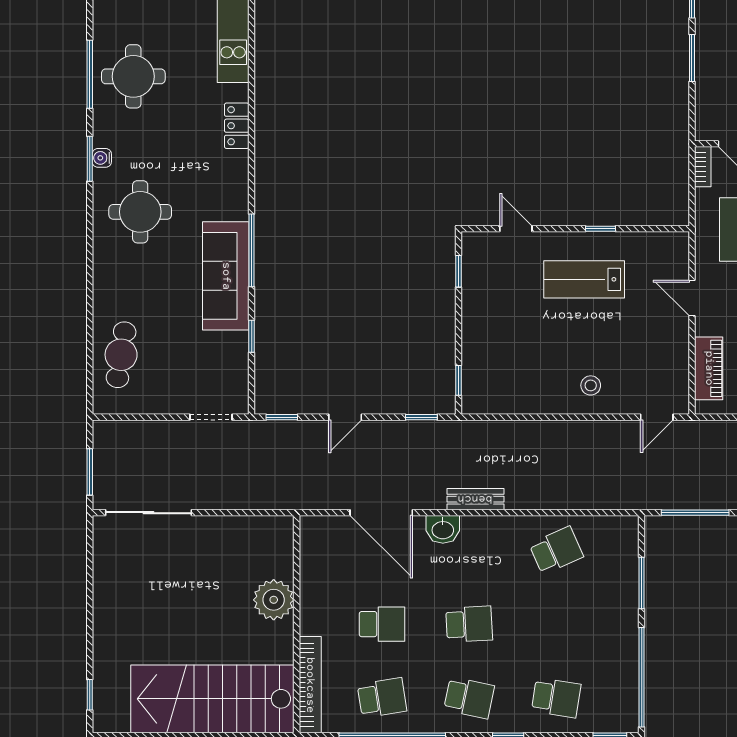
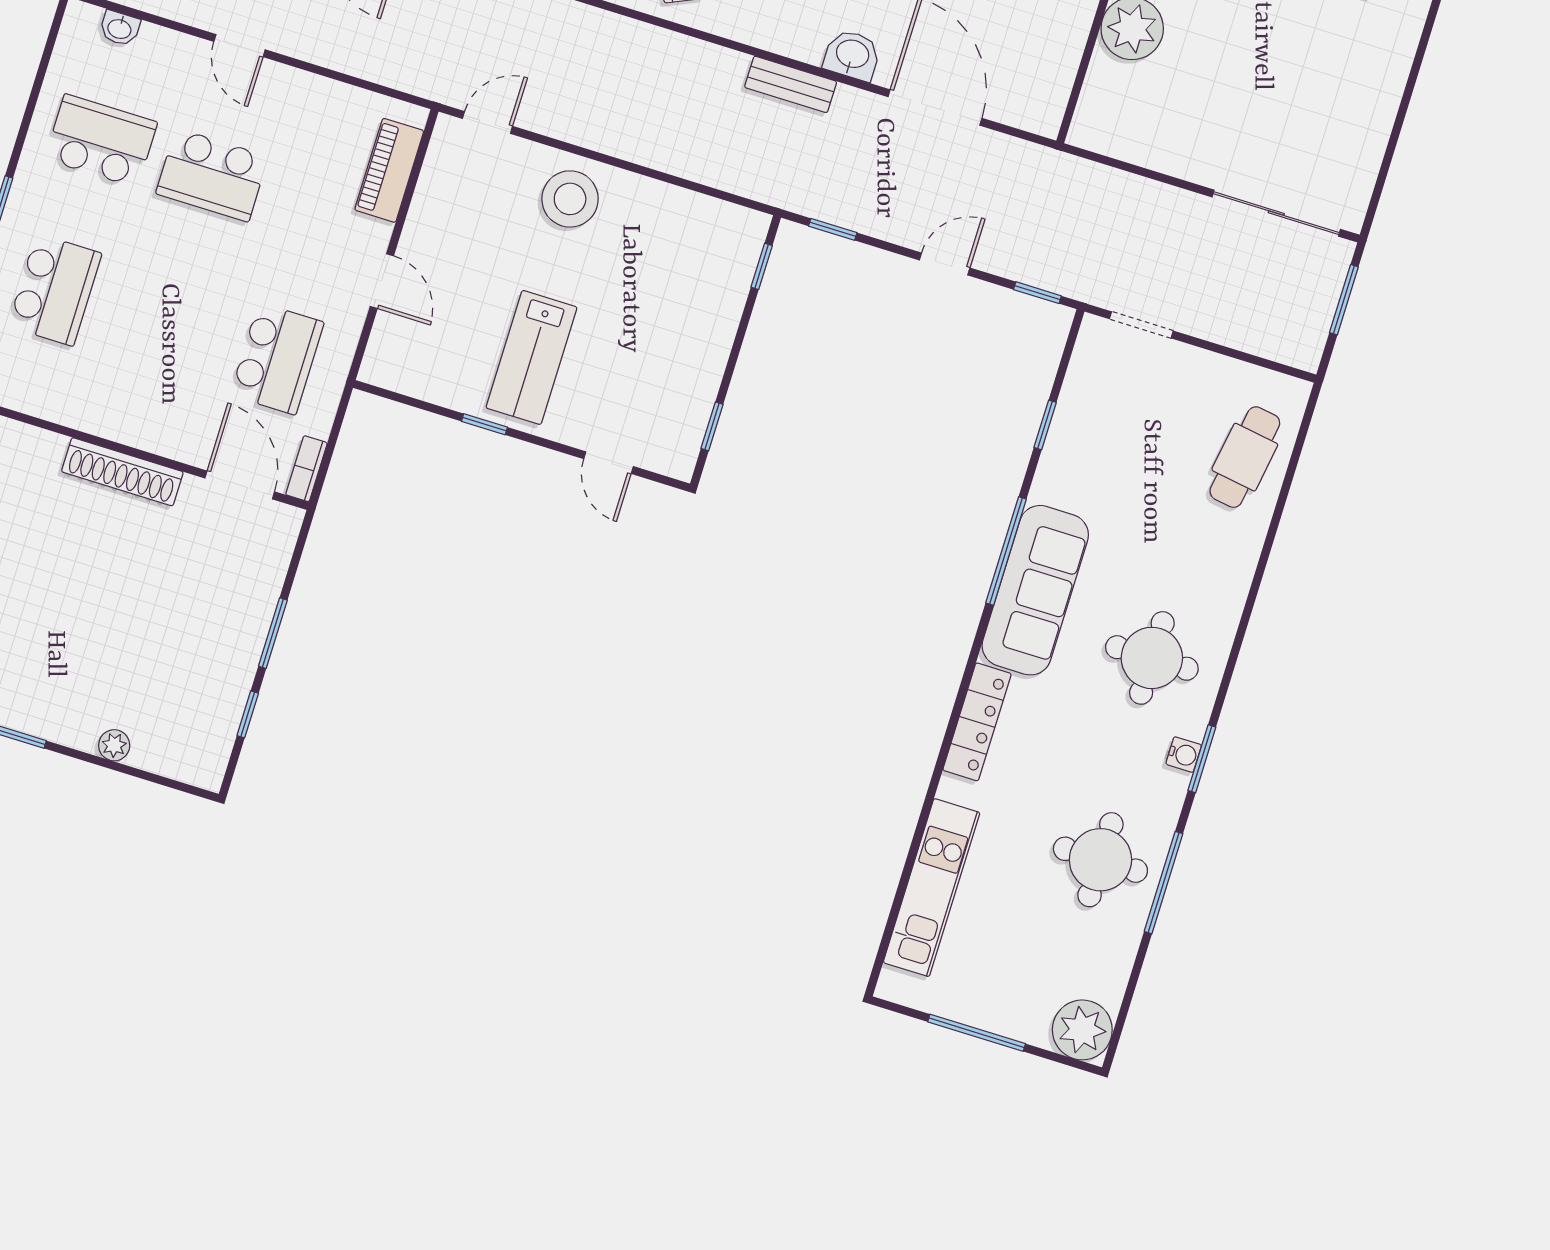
locker: (237, 126) -> (977, 722), width x1.53
sofa: (226, 276) -> (1035, 590), moved
lab bench: (584, 279) -> (531, 357), turned 90
stool: (591, 385) -> (570, 199), width x1.89, depth x1.89

